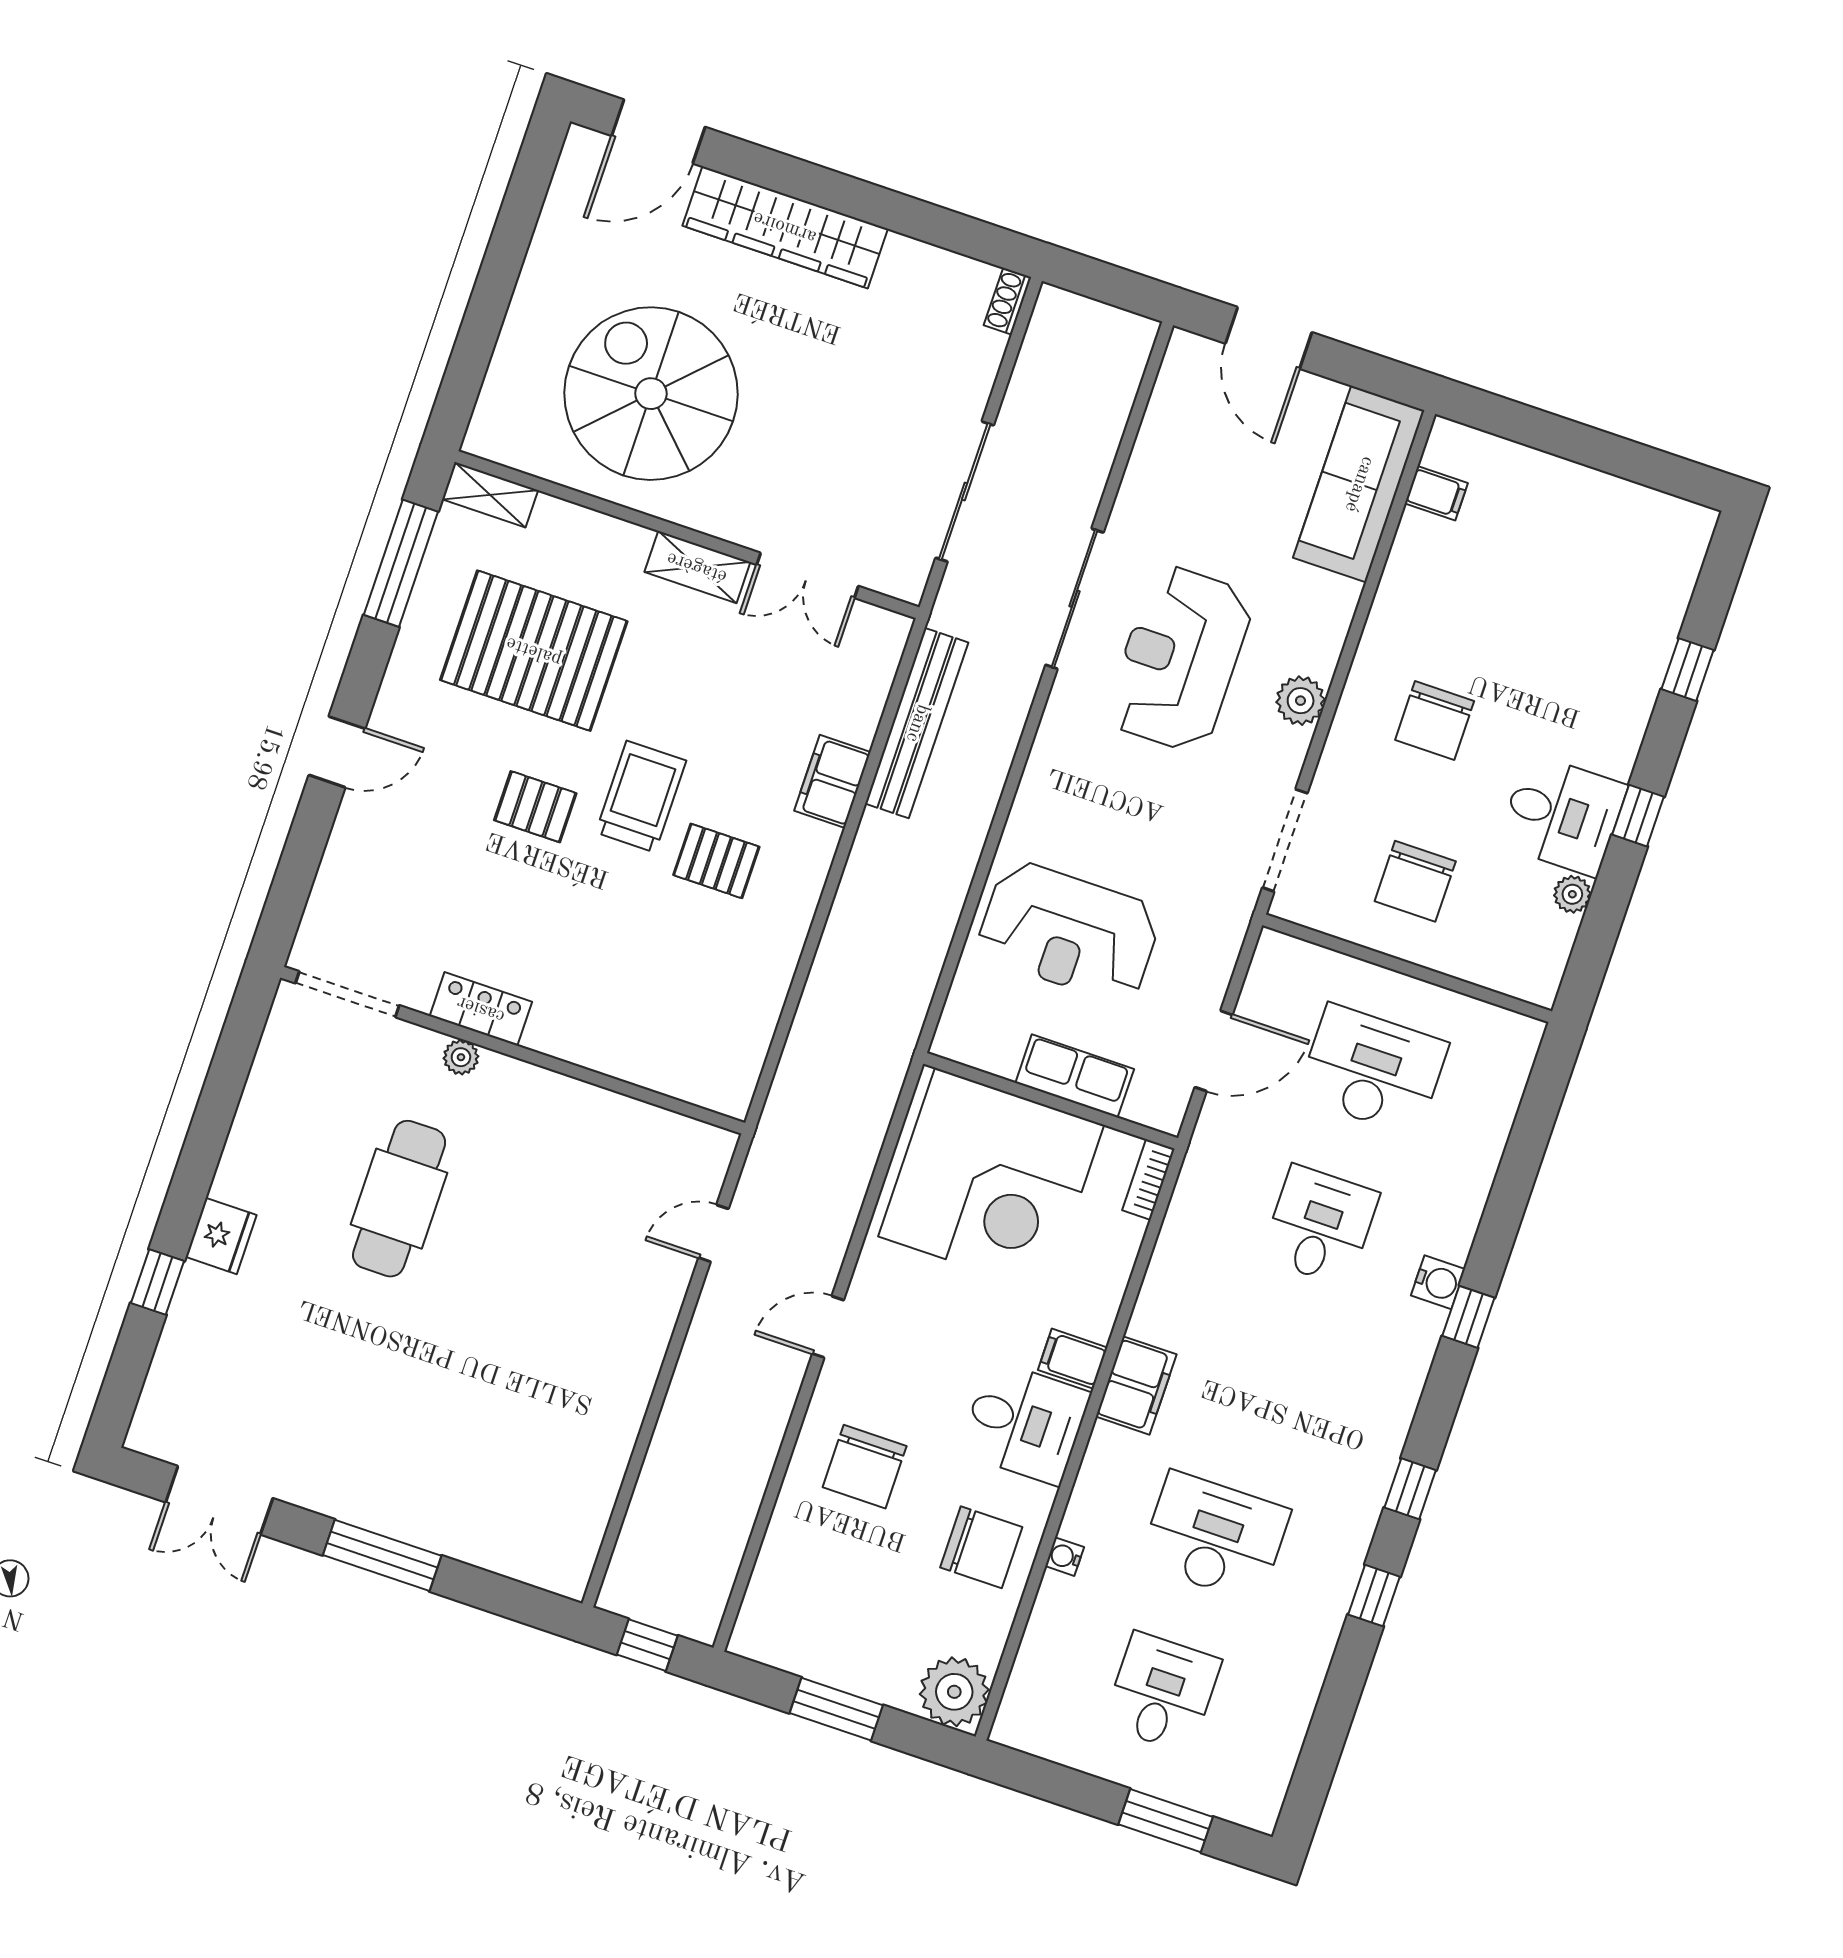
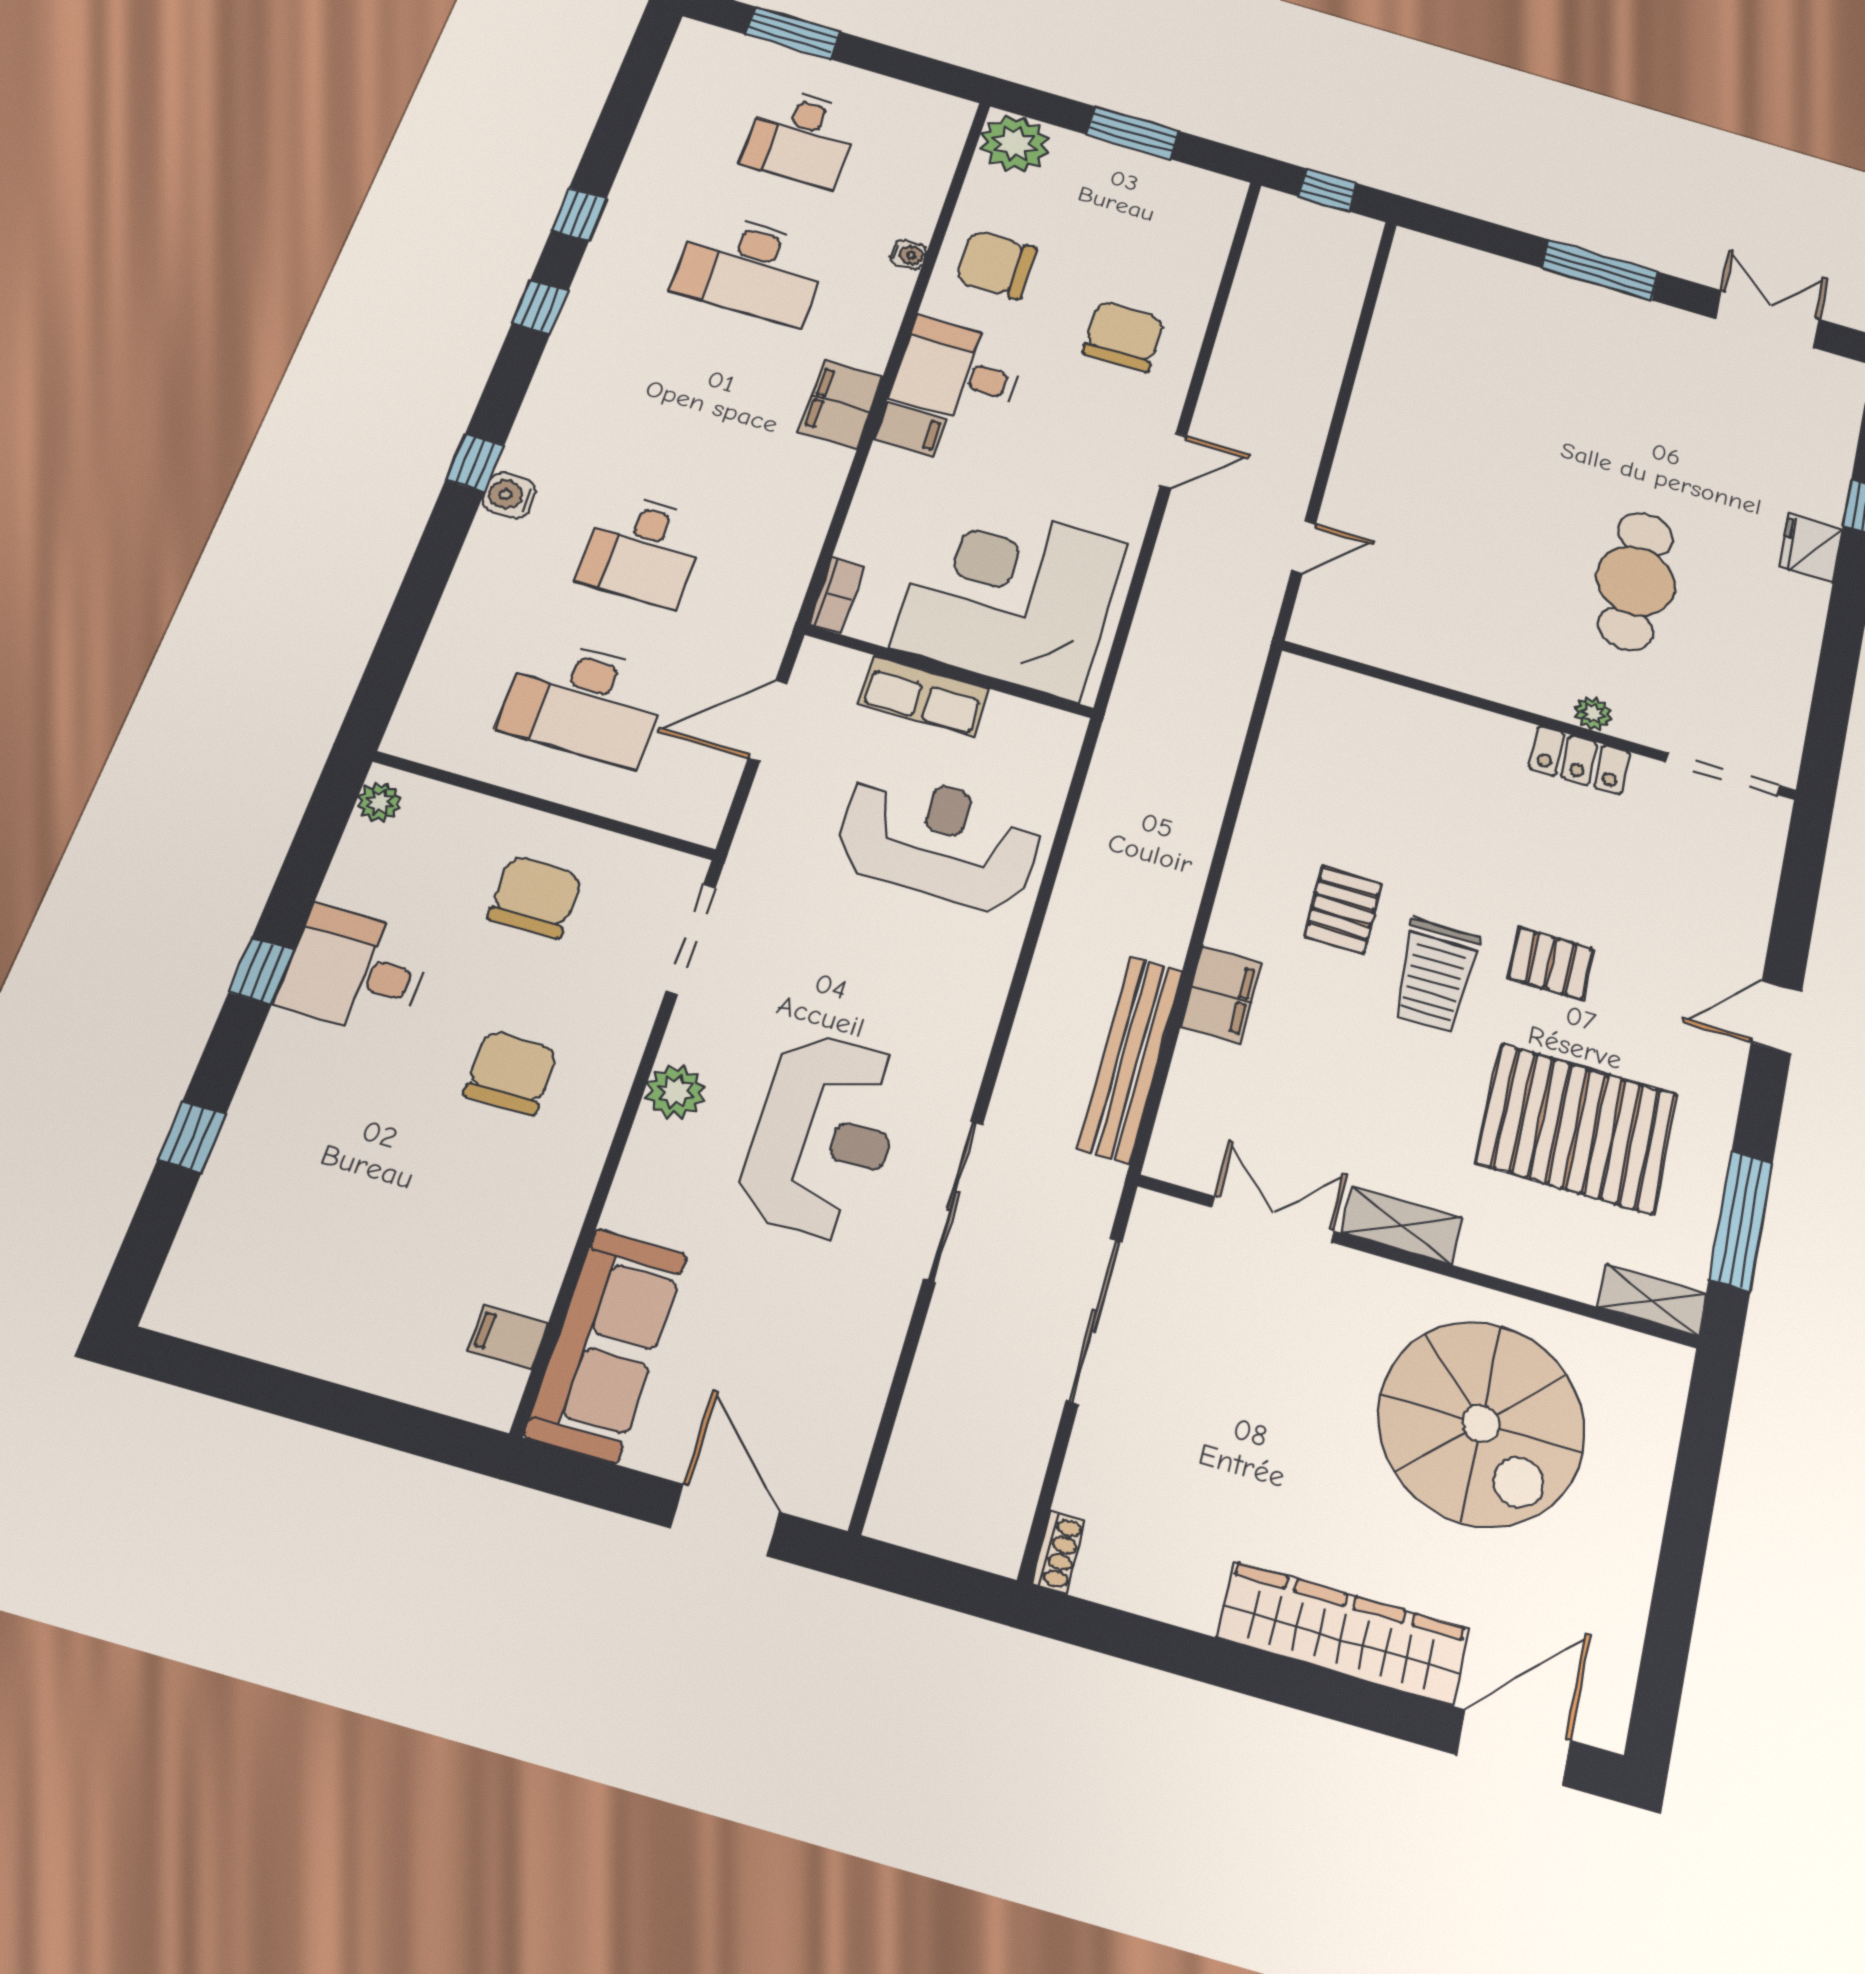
pallet: (716, 861) -> (1343, 910), turned 90
plant: (1572, 894) -> (379, 802), moved

